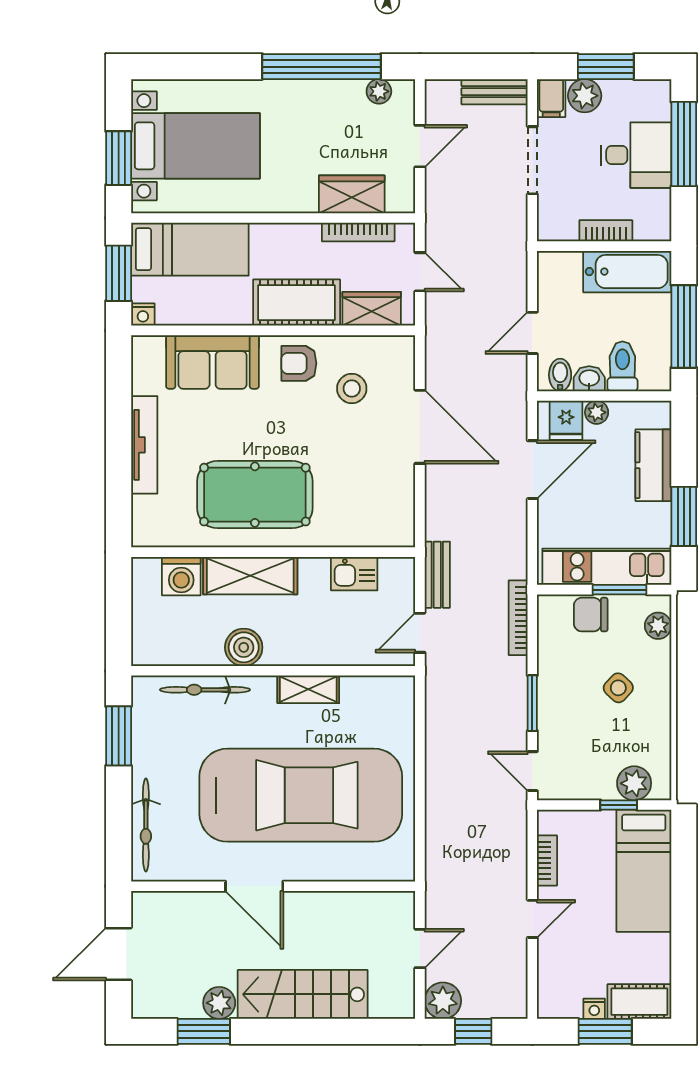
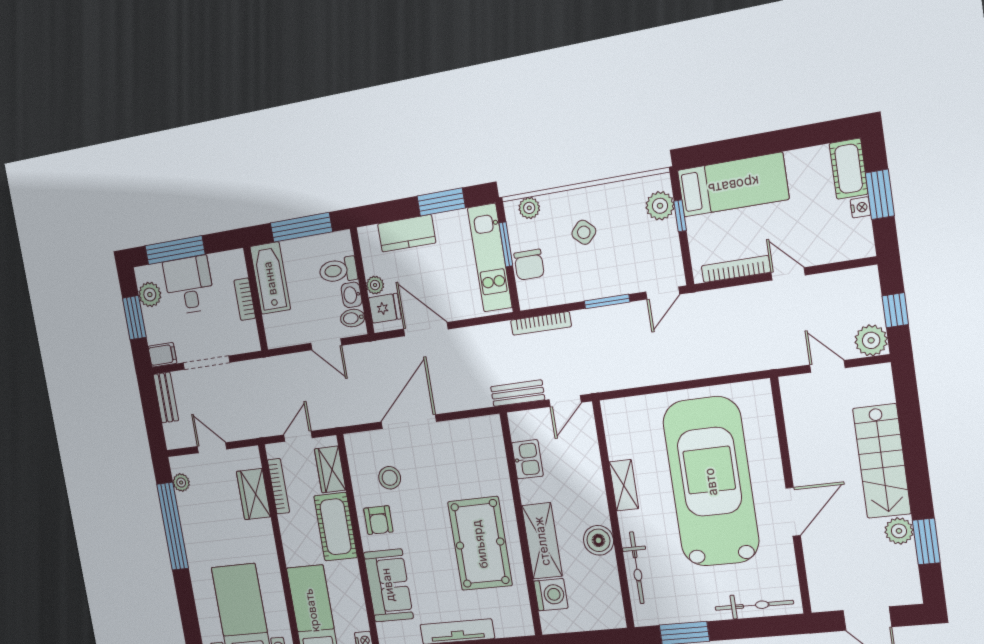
plant: (585, 96) -> (150, 295), moved
door: (420, 633) -> (565, 401), hinge flipped
bookcase: (547, 860) -> (736, 269), width x1.56

